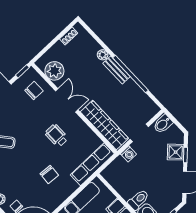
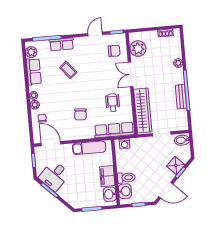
bench: (116, 70) -> (181, 97), moved
double door: (67, 100) -> (131, 74), swing flipped
wheelchair: (57, 136) -> (113, 103), moved
washing machine: (128, 154) -> (125, 144), moved

